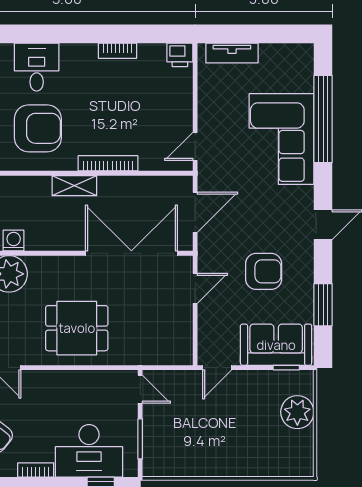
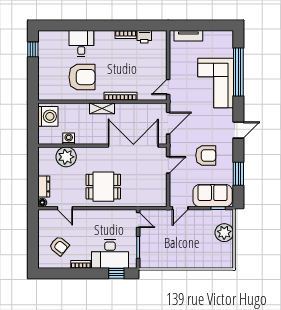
printer: (180, 55) -> (144, 37), moved

